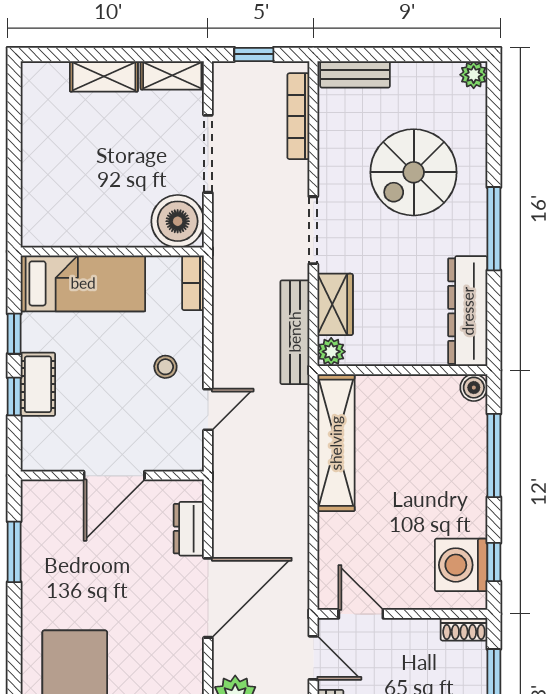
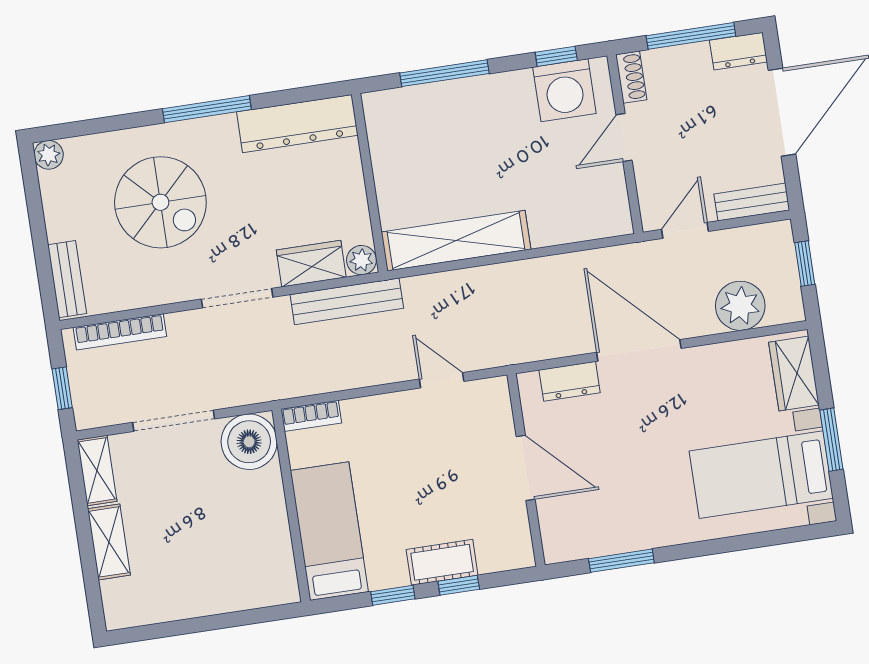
stool: (165, 367) -> (404, 431), removed
boiler: (474, 388) -> (376, 105), removed
door: (361, 614) -> (624, 137), moved

